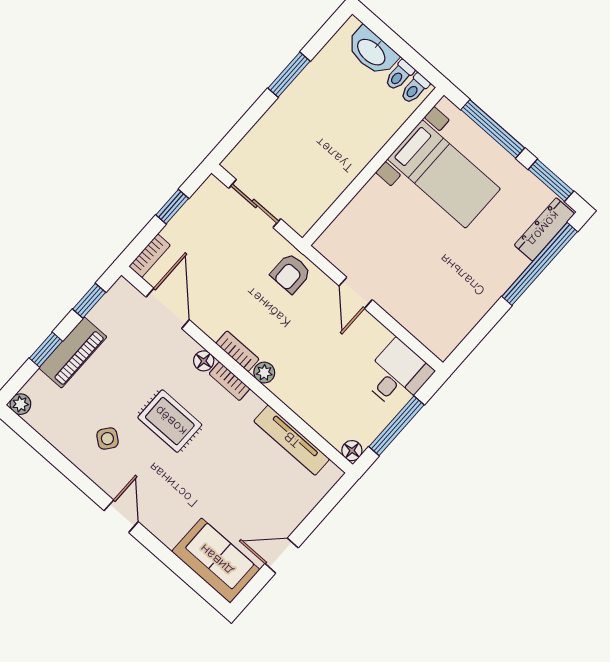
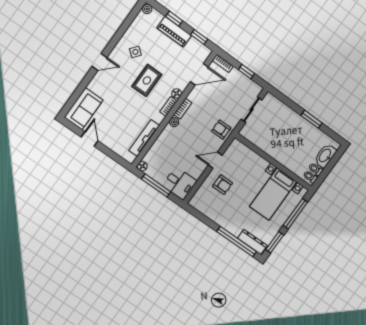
armchair: (411, 282) -> (222, 185), added

